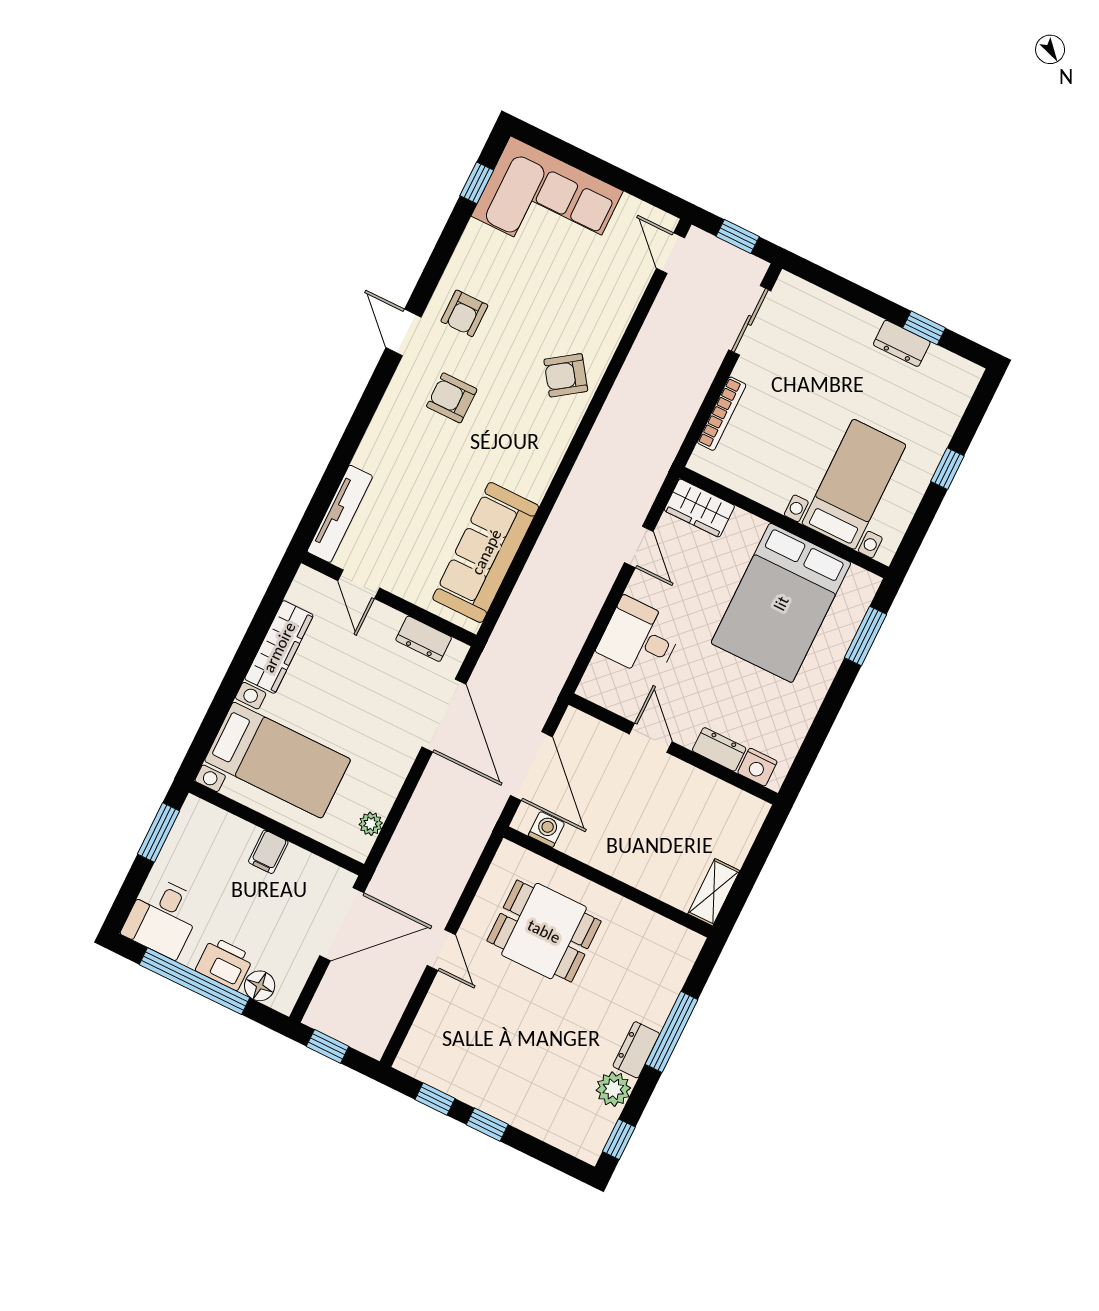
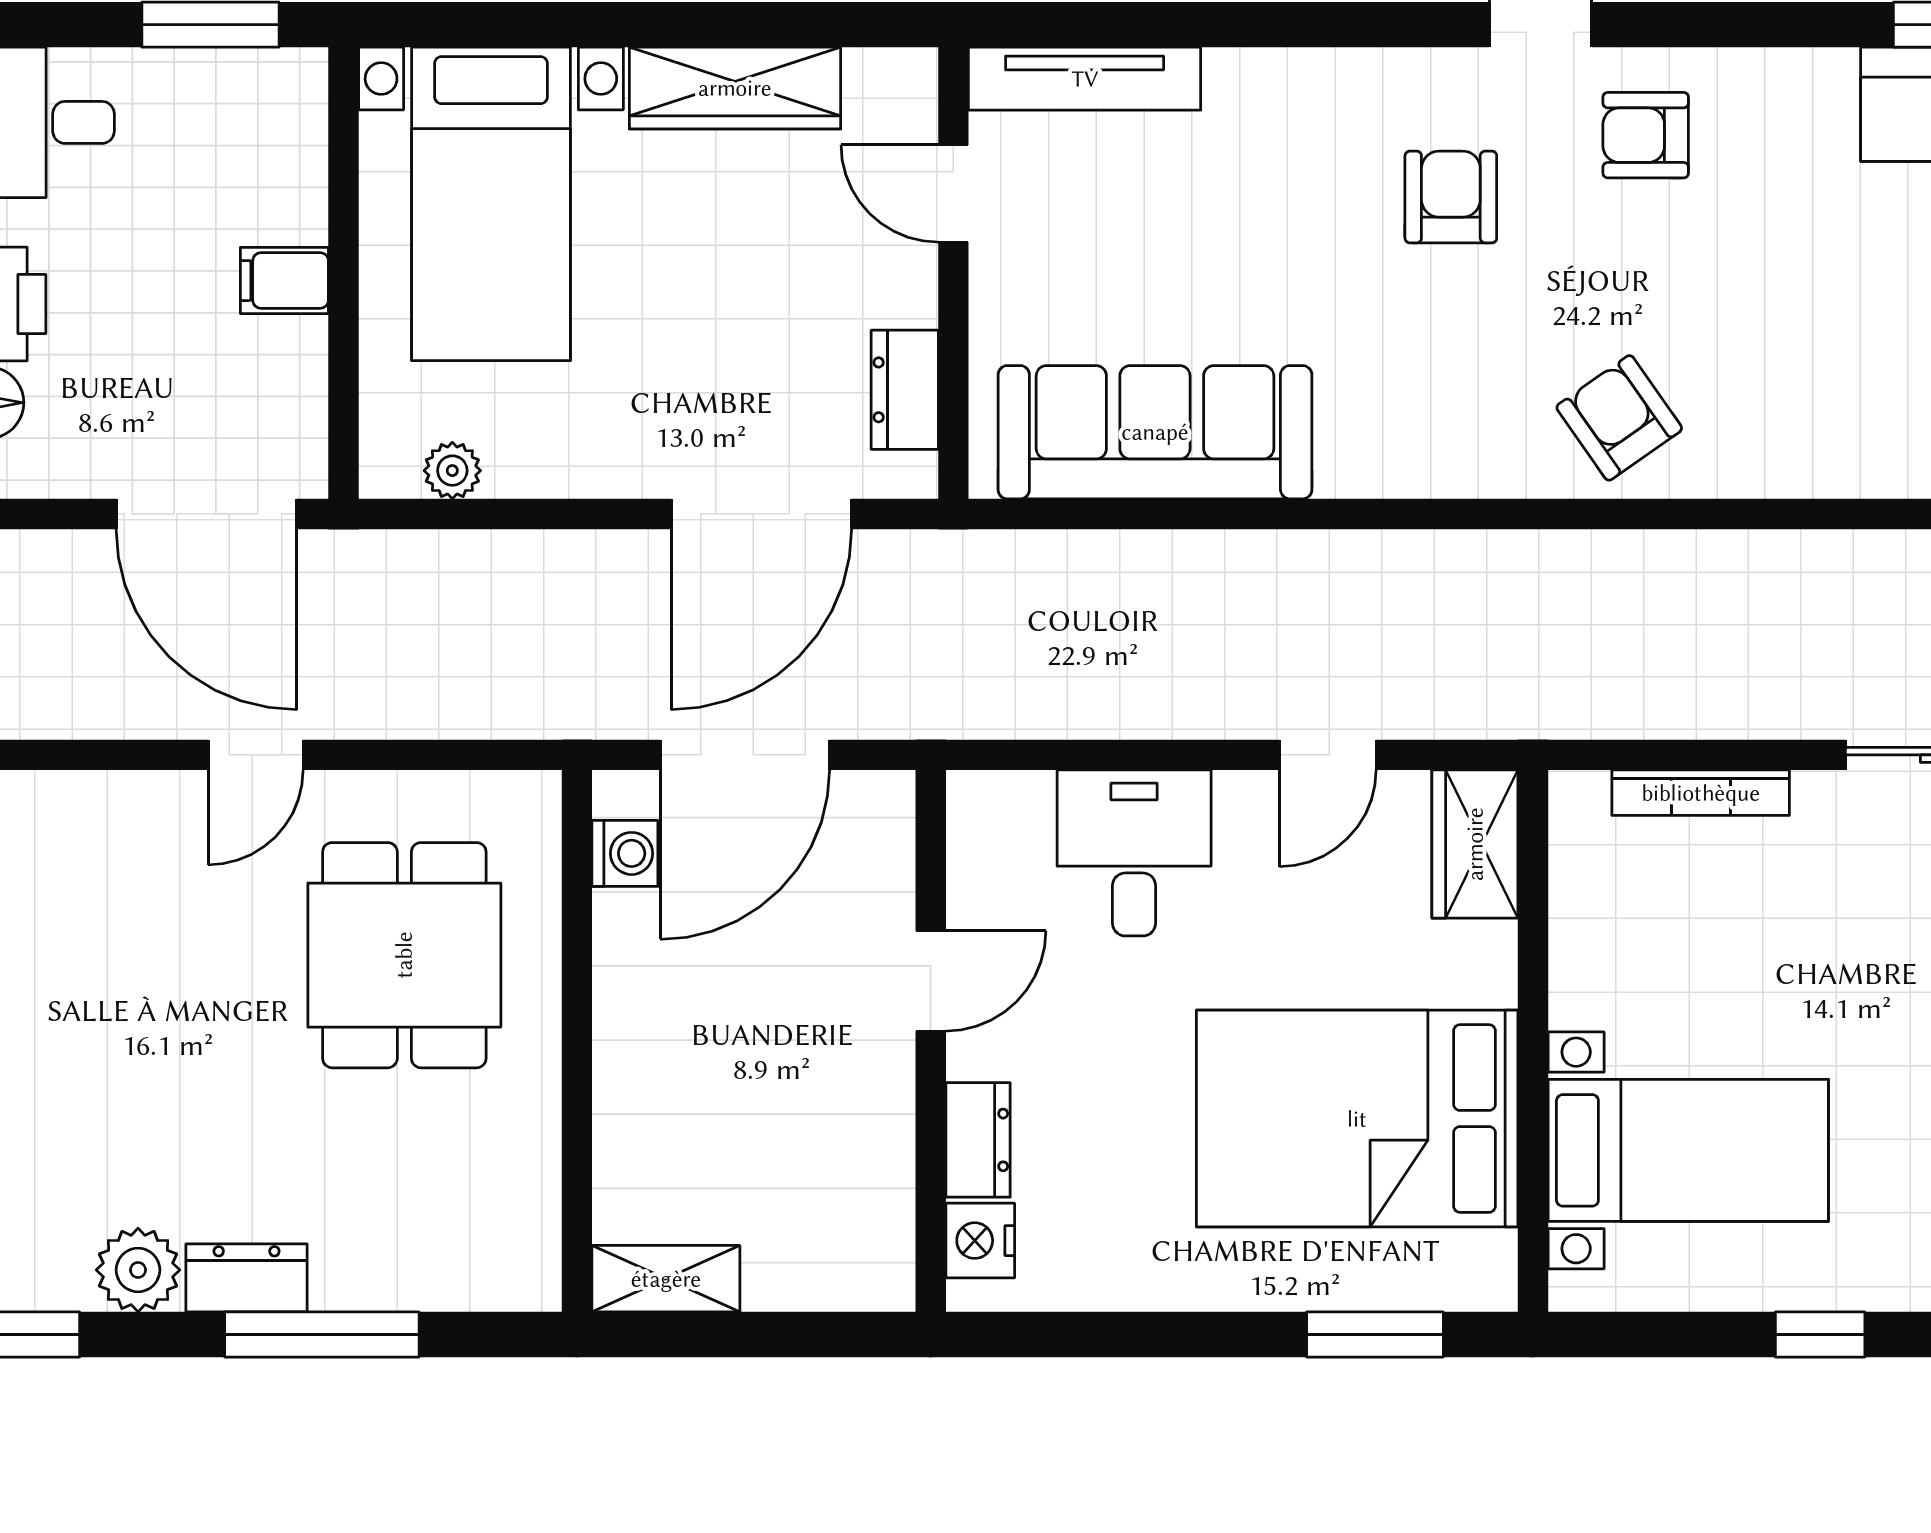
door: (359, 584) -> (953, 193), hinge flipped

